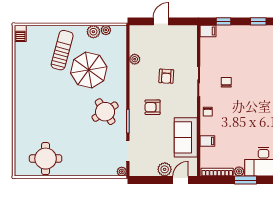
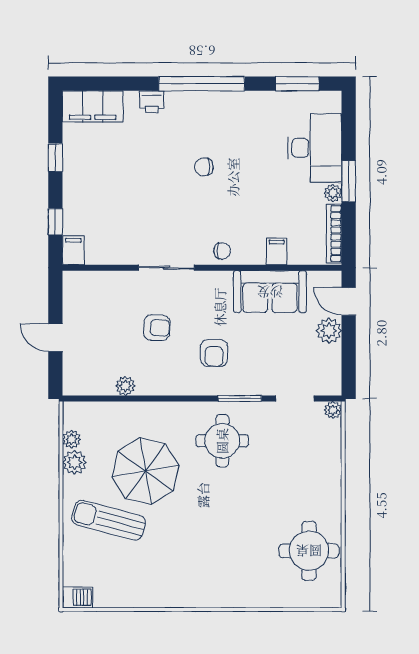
chair: (226, 82) -> (204, 167), moved
round table: (105, 112) -> (222, 441), turned 33

